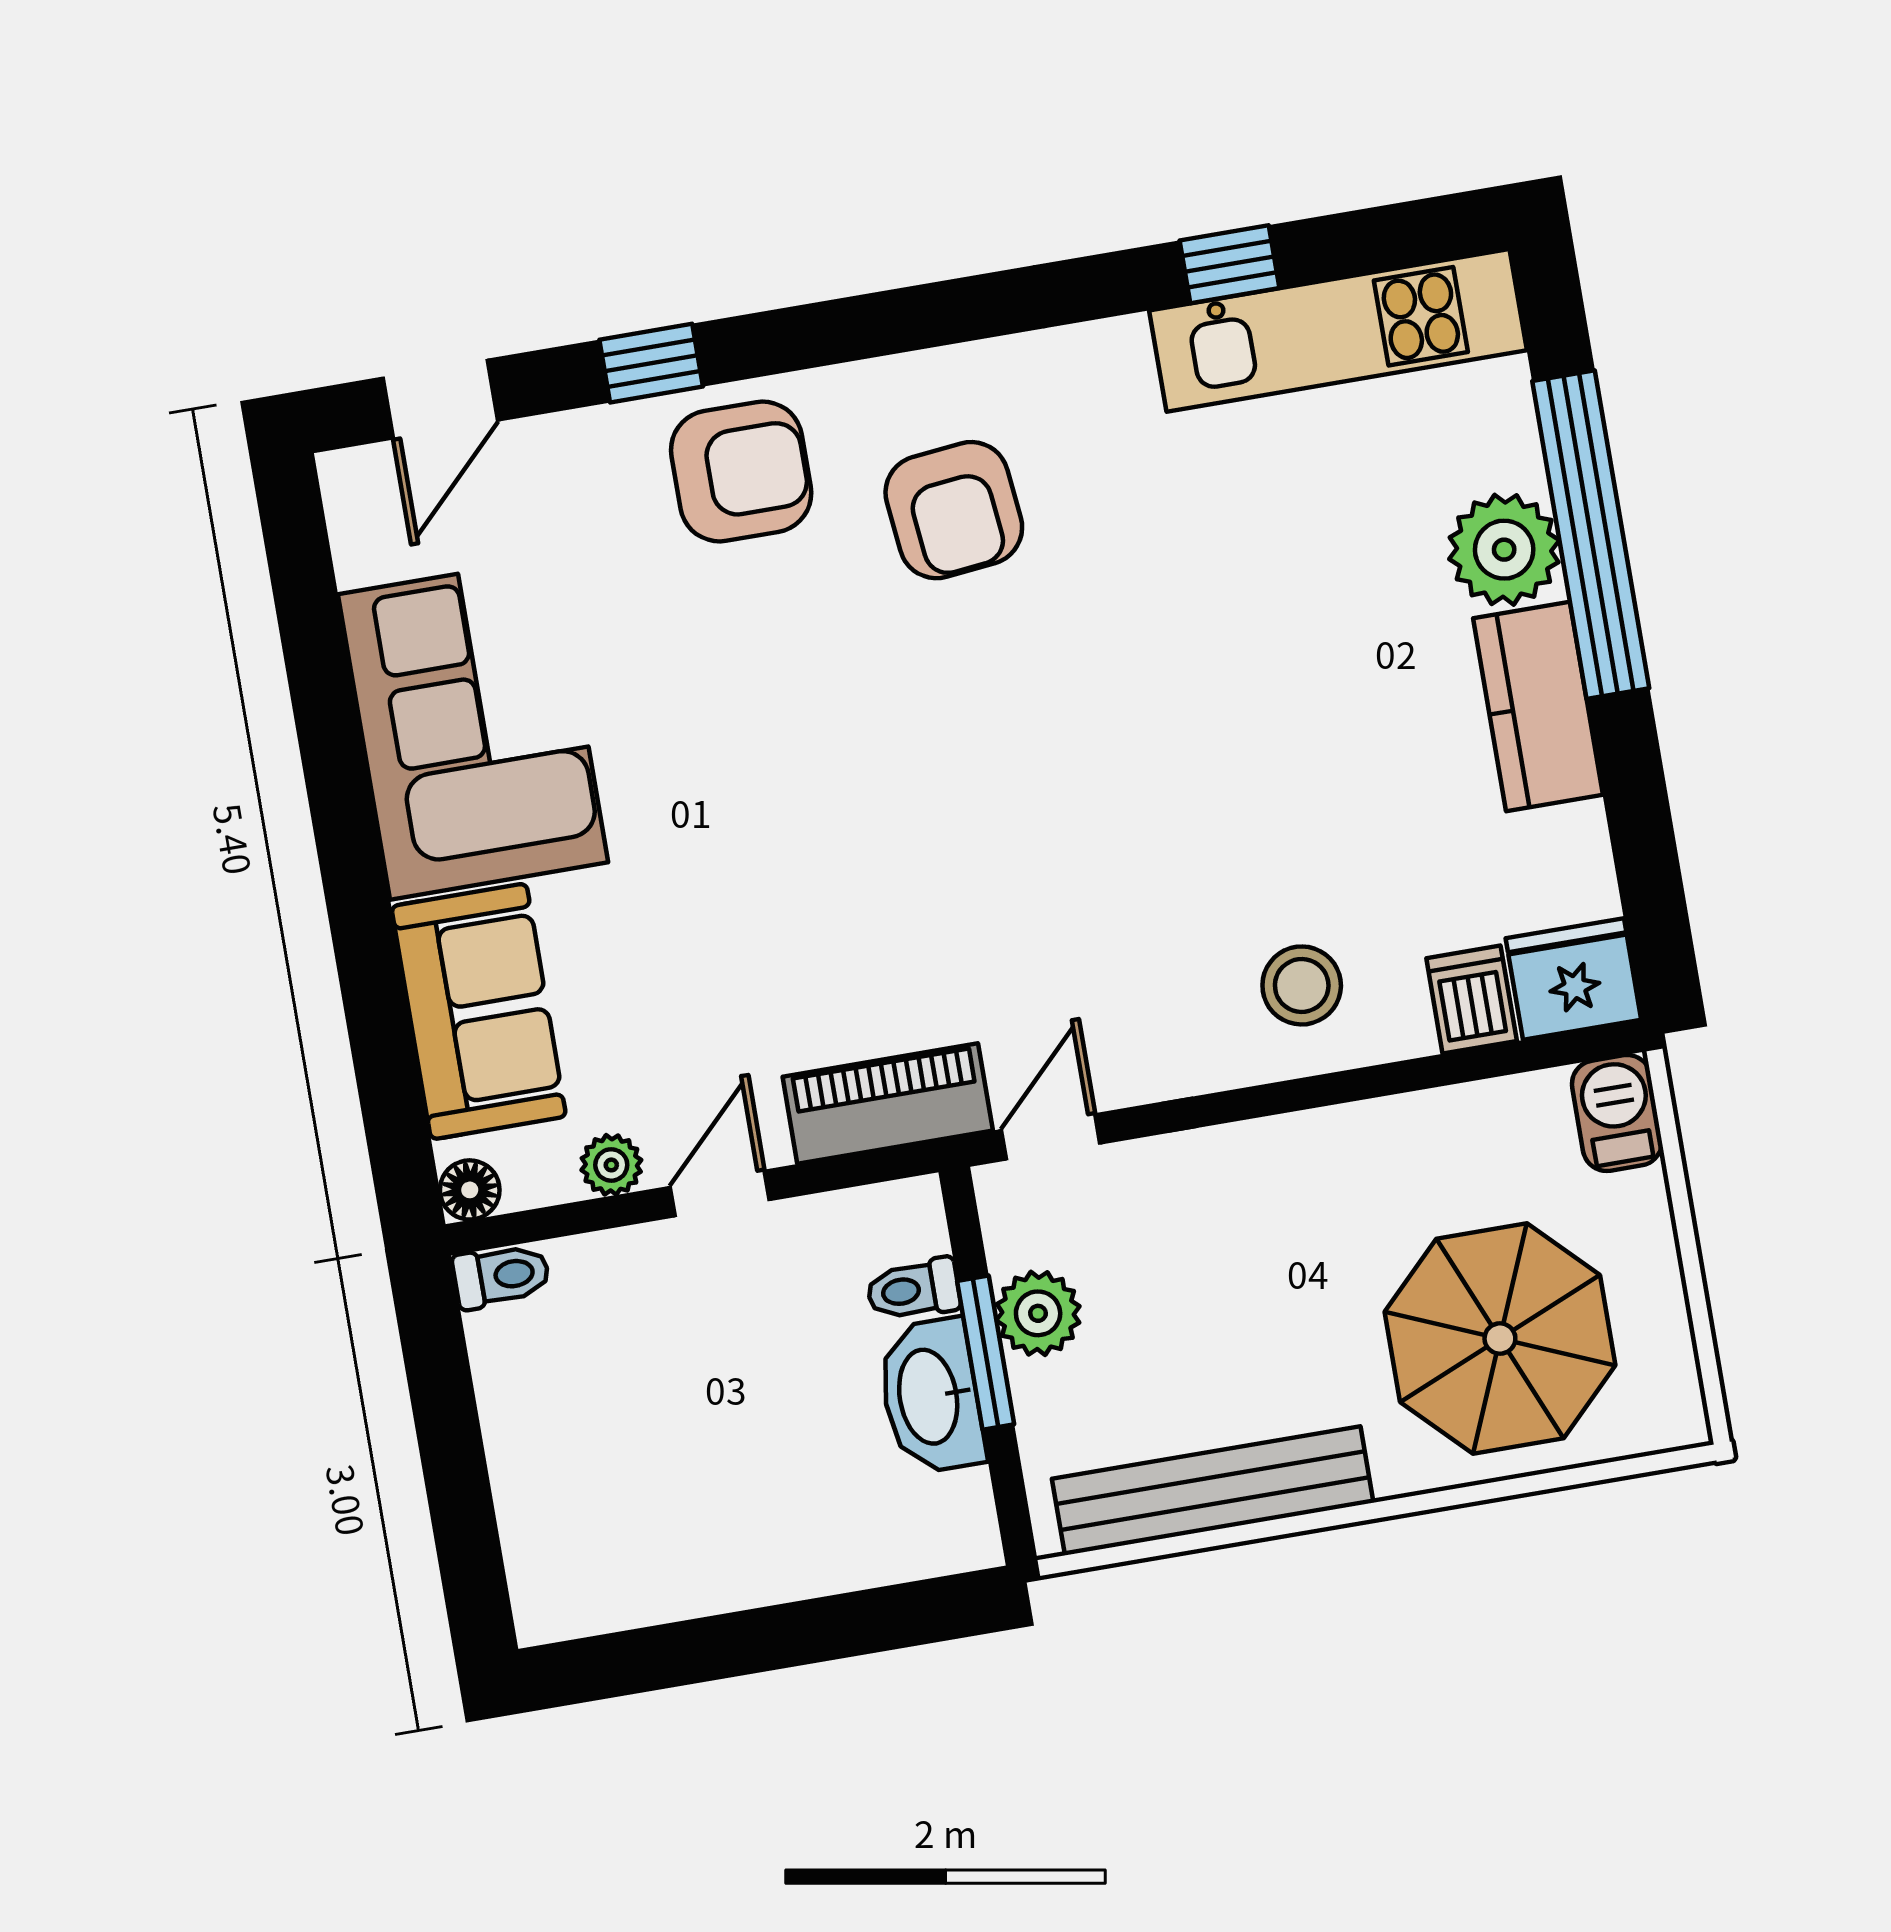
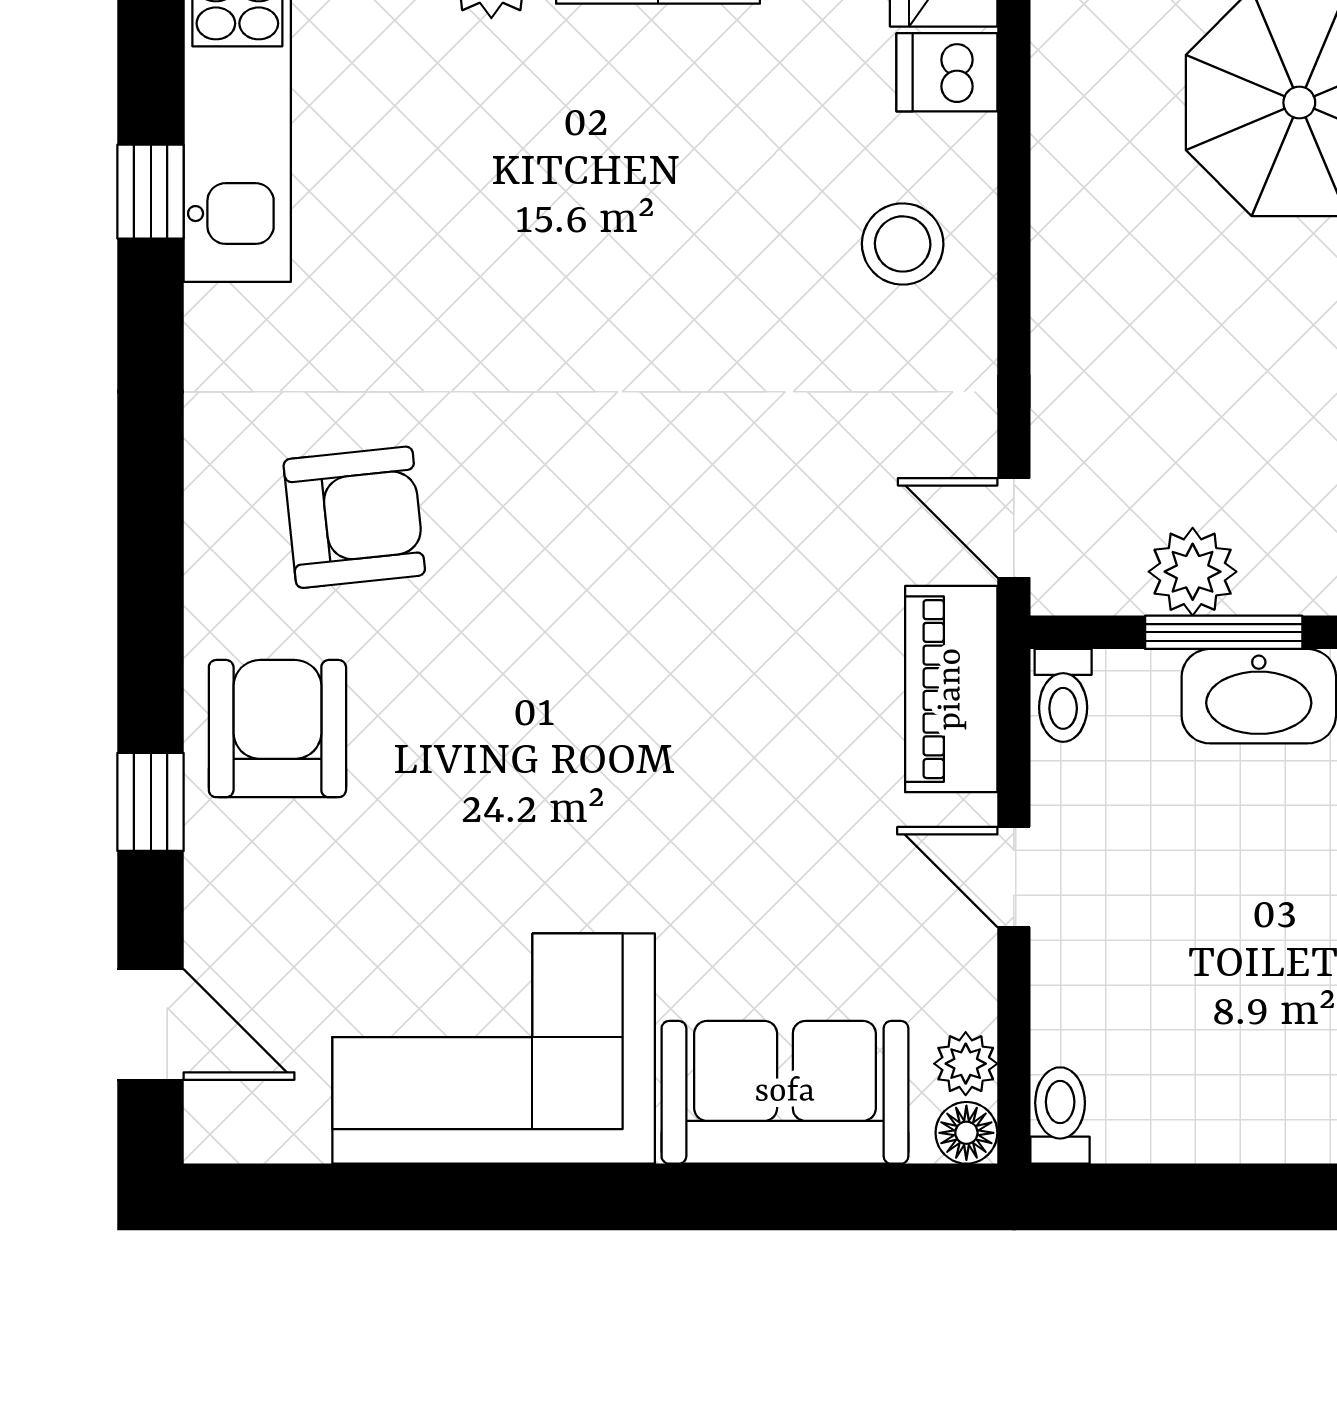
plant: (611, 1165) -> (966, 1064), moved
toilet: (913, 1290) -> (1063, 695), moved

